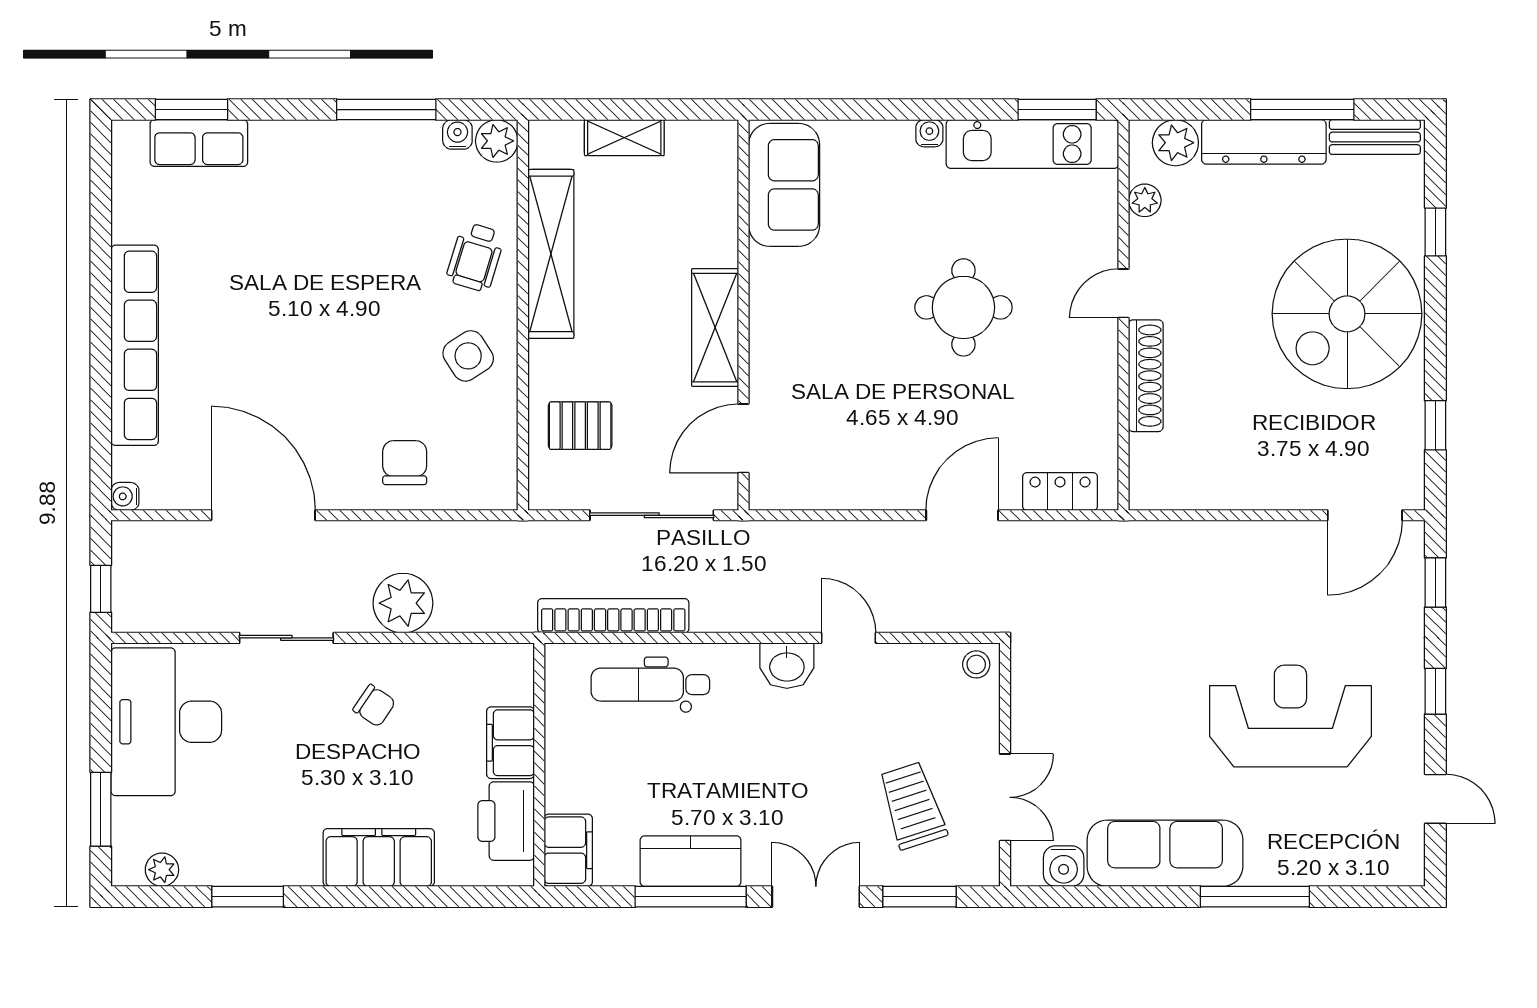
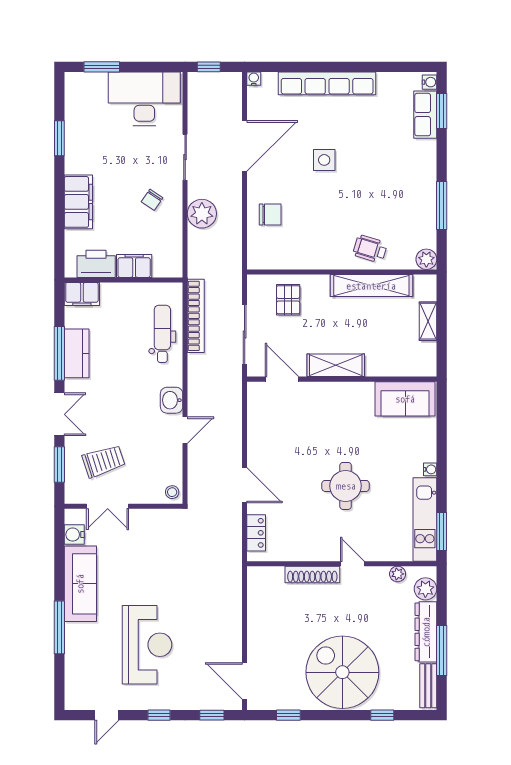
water cooler: (457, 134) -> (430, 82), moved
side table: (468, 356) -> (324, 160), moved, turned 33
plant: (162, 870) -> (72, 97), removed

